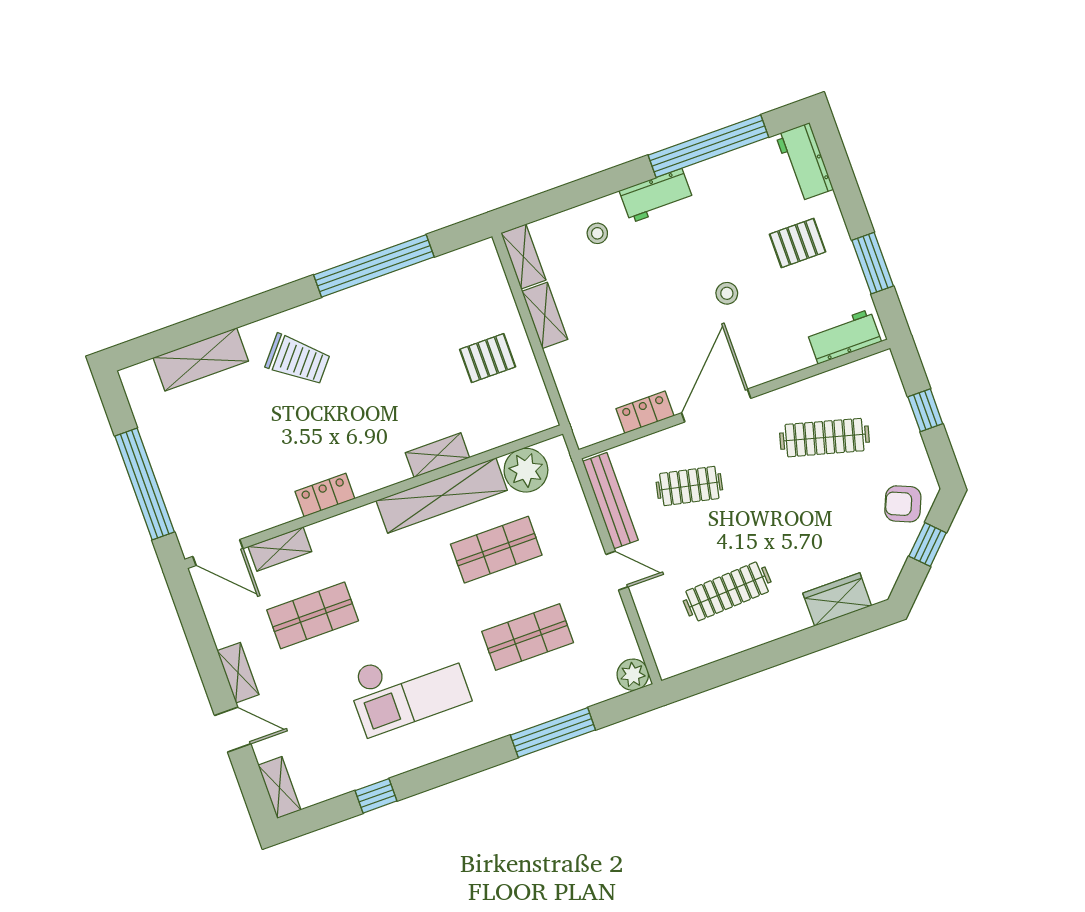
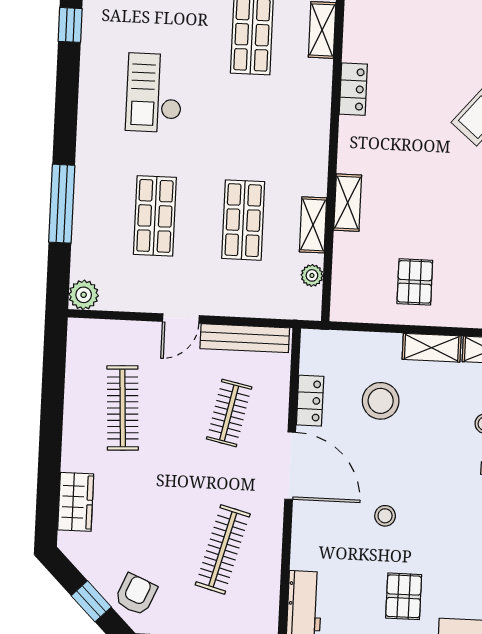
stool: (617, 344) -> (381, 401), added
plant: (526, 470) -> (312, 275), width x0.53, depth x0.53
shelving: (442, 496) -> (313, 225), width x0.45, depth x0.75
checkout: (408, 687) -> (154, 93), width x0.73, depth x0.83

